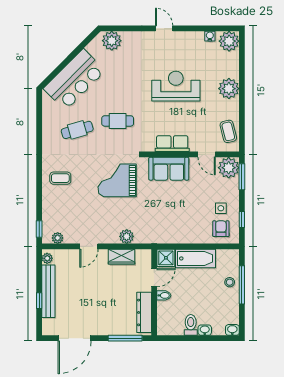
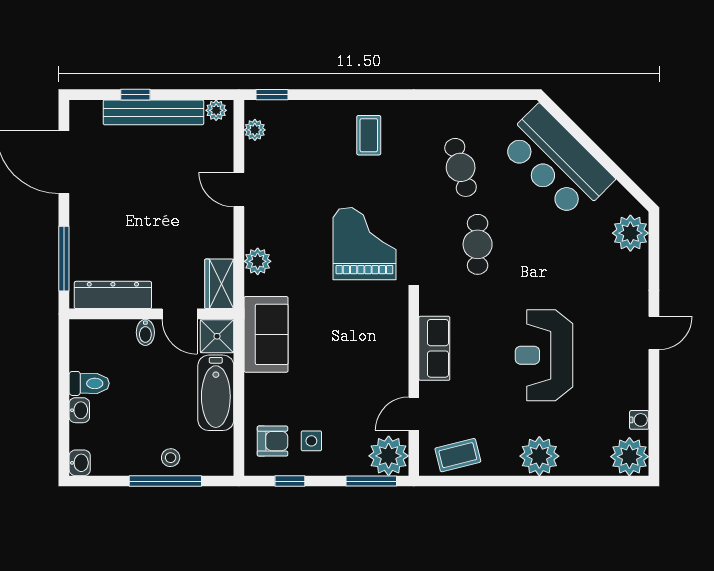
reception desk: (176, 86) -> (544, 355), turned 180
sofa: (169, 169) -> (266, 334), moved, turned 180
wardrobe: (121, 257) -> (219, 284), moved

